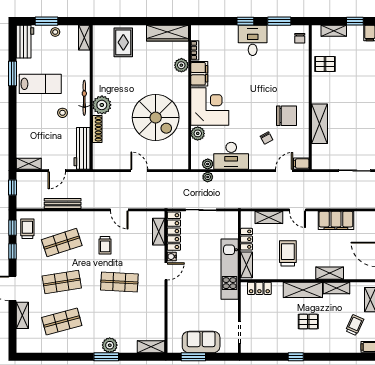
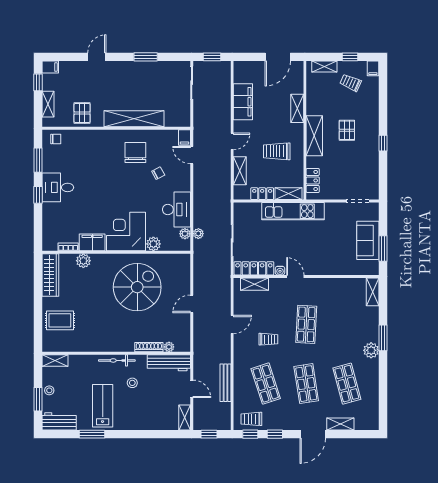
plant: (102, 105) -> (169, 347), moved, width x0.53, depth x0.53
shelving: (319, 124) -> (134, 119), width x1.47
shelving: (337, 288) -> (312, 101), removed
plant: (110, 345) -> (371, 350), moved

